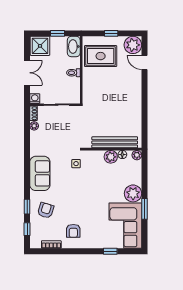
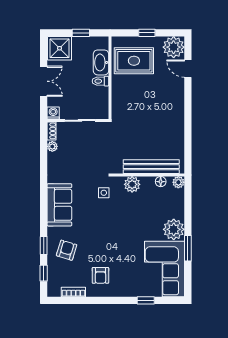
washbasin: (74, 47) -> (101, 62), moved
plant: (111, 157) -> (132, 184), moved

